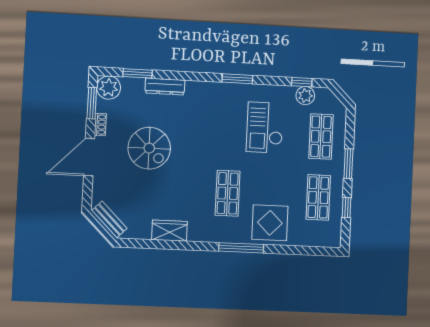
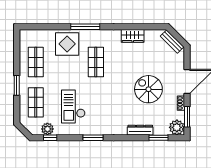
checkout: (265, 127) -> (73, 107), turned 180
window: (346, 208) -> (17, 56), removed

